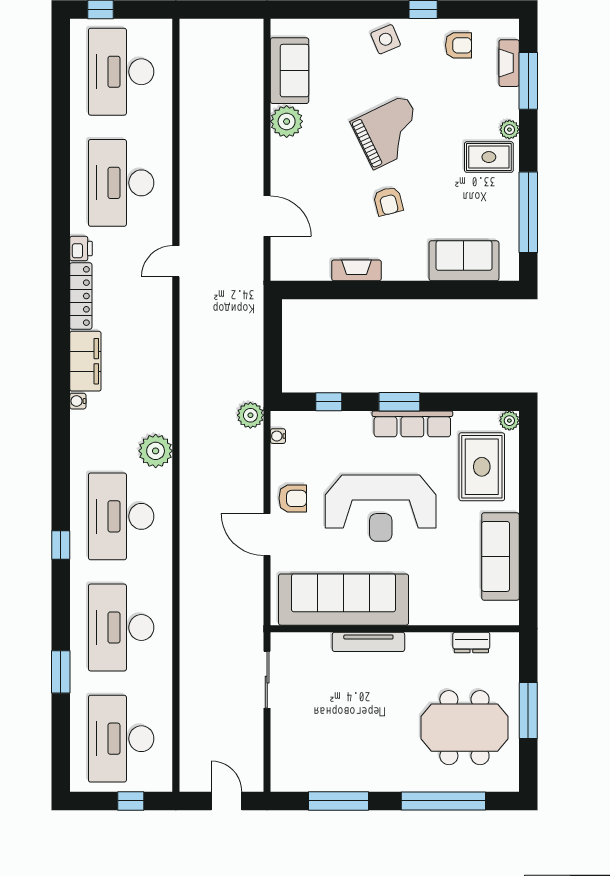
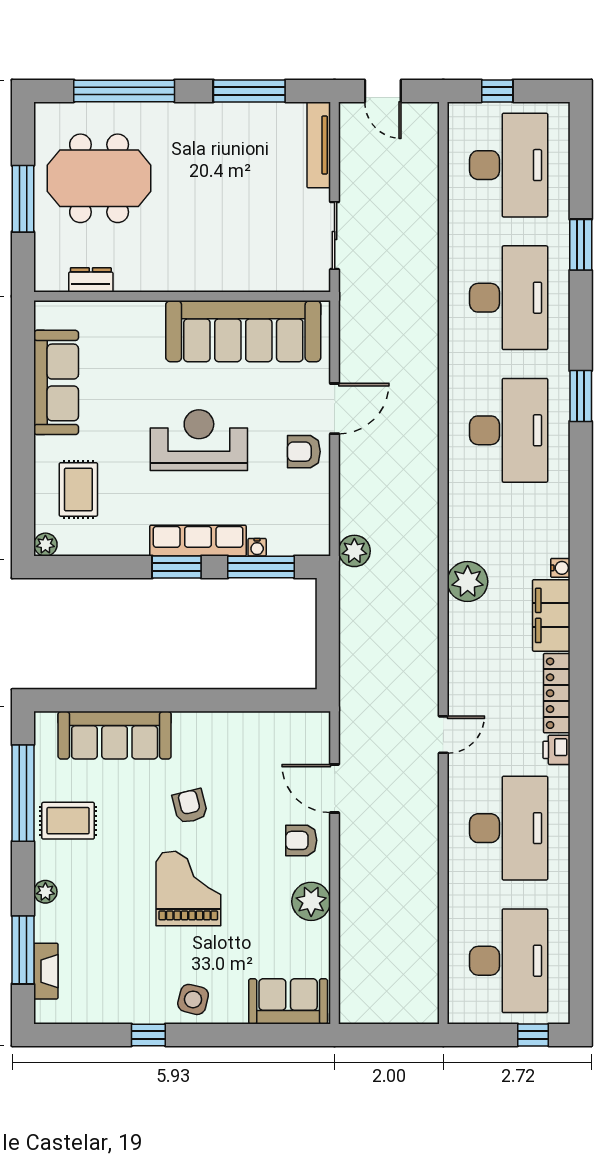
side table: (386, 39) -> (193, 999), turned 37
armchair: (458, 45) -> (301, 840), moved
sofa: (290, 71) -> (288, 1001), moved, turned 90
grand piano: (390, 132) -> (188, 889), turned 116
rug: (489, 157) -> (68, 821), moved
sofa: (464, 261) -> (115, 735), width x1.36
fireplace: (356, 270) -> (228, 724), removed
window: (329, 402) -> (261, 567), width x2.17
row of seats: (412, 424) -> (198, 541), moved
water cooler: (278, 436) -> (257, 547), moved, turned 90
plant: (156, 451) -> (468, 582), moved
rug: (482, 467) -> (78, 489), width x0.73, depth x0.70
reception desk: (381, 508) -> (199, 440), width x0.74, depth x0.77
door: (267, 535) -> (335, 409), hinge flipped
window: (61, 545) -> (581, 396), width x1.50
tv unit: (368, 642) -> (319, 145), moved, turned -90

